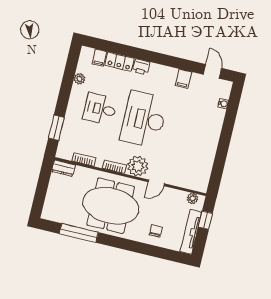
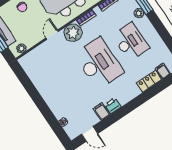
printer: (141, 67) -> (113, 106), moved
plant: (79, 79) -> (139, 13), moved
desk: (100, 109) -> (131, 42), width x1.37

